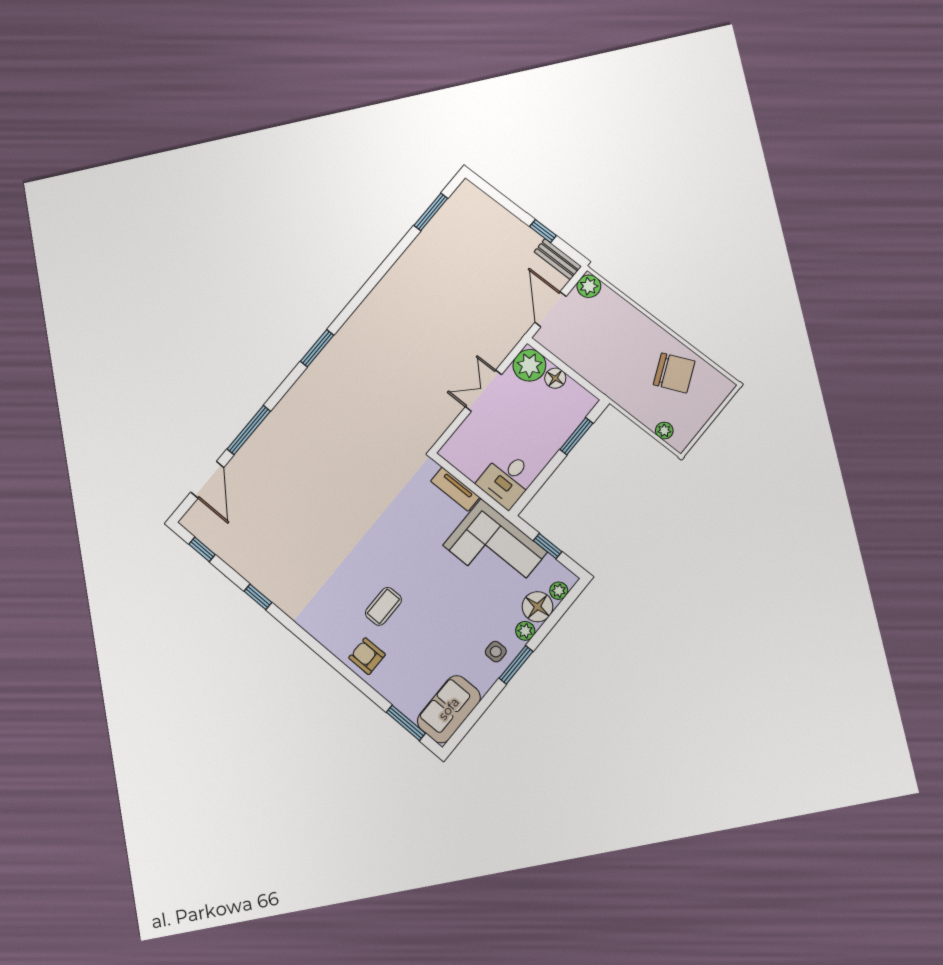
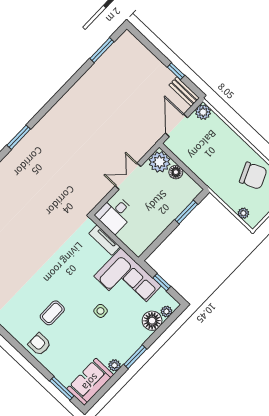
desk: (507, 479) -> (115, 214), moved
plant: (525, 631) -> (114, 365), moved
side table: (496, 652) -> (101, 311), moved

